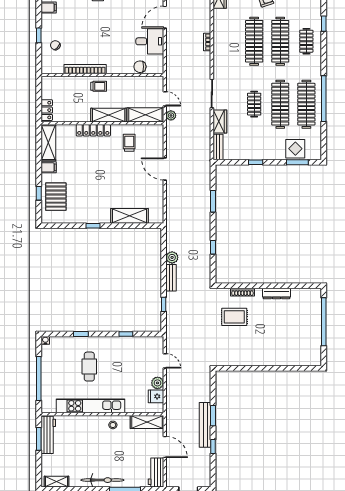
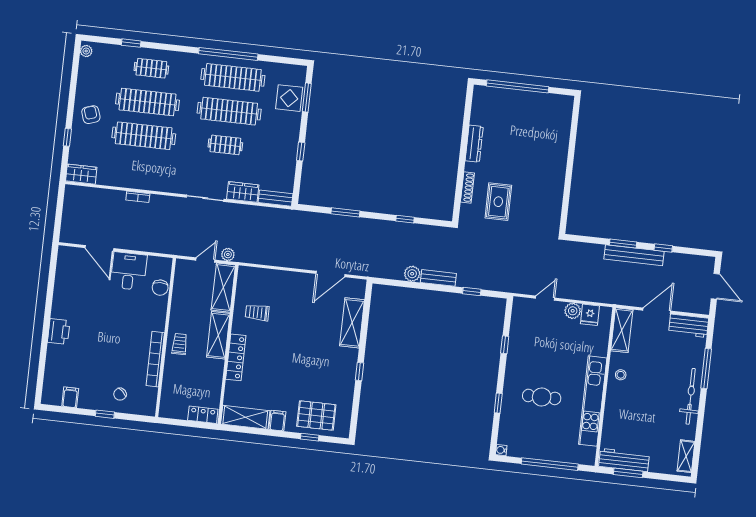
door: (165, 169) -> (330, 274), moved

